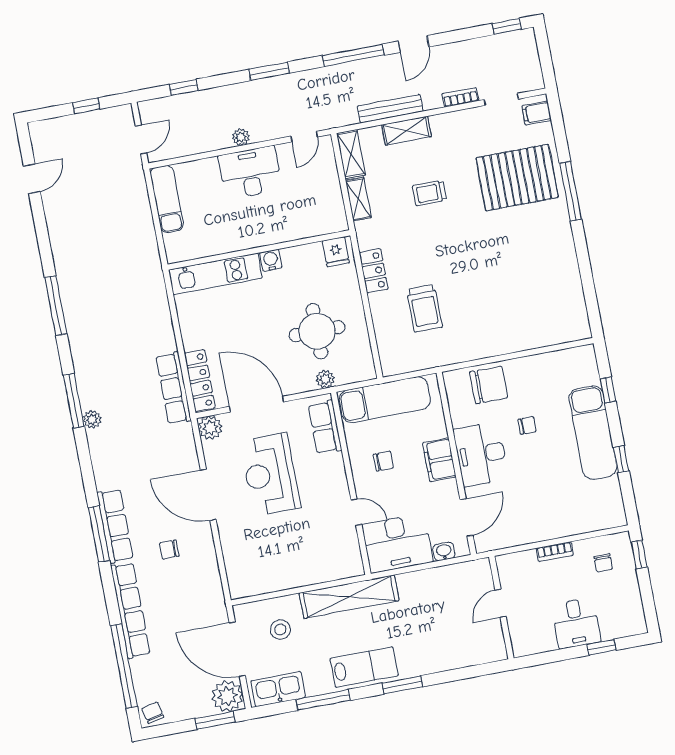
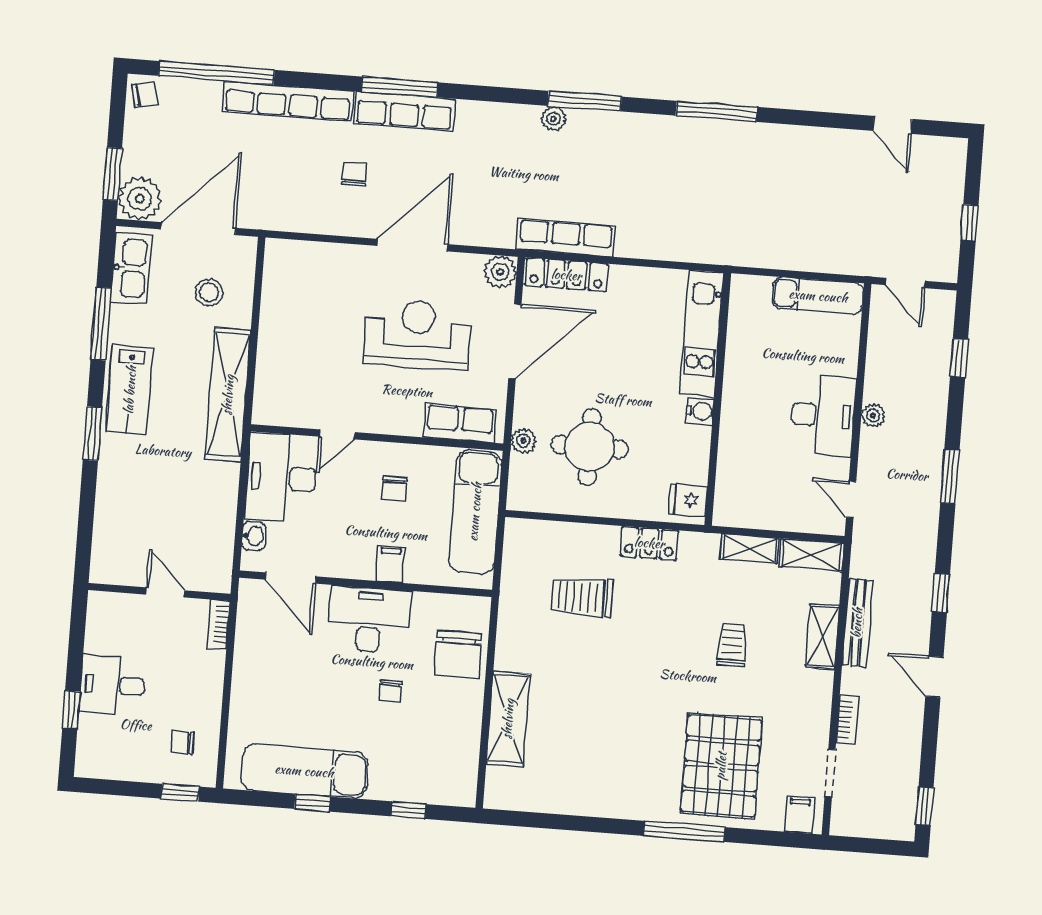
window: (353, 55) -> (941, 593), width x0.46
shelving: (525, 337) -> (508, 719), added
exam couch: (593, 433) -> (304, 771), moved
filing cabinet: (439, 460) -> (390, 564), width x0.50
bookcase: (555, 552) -> (219, 624), moved

